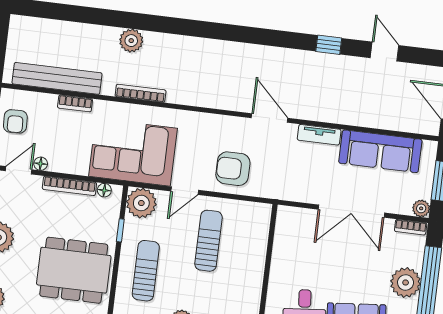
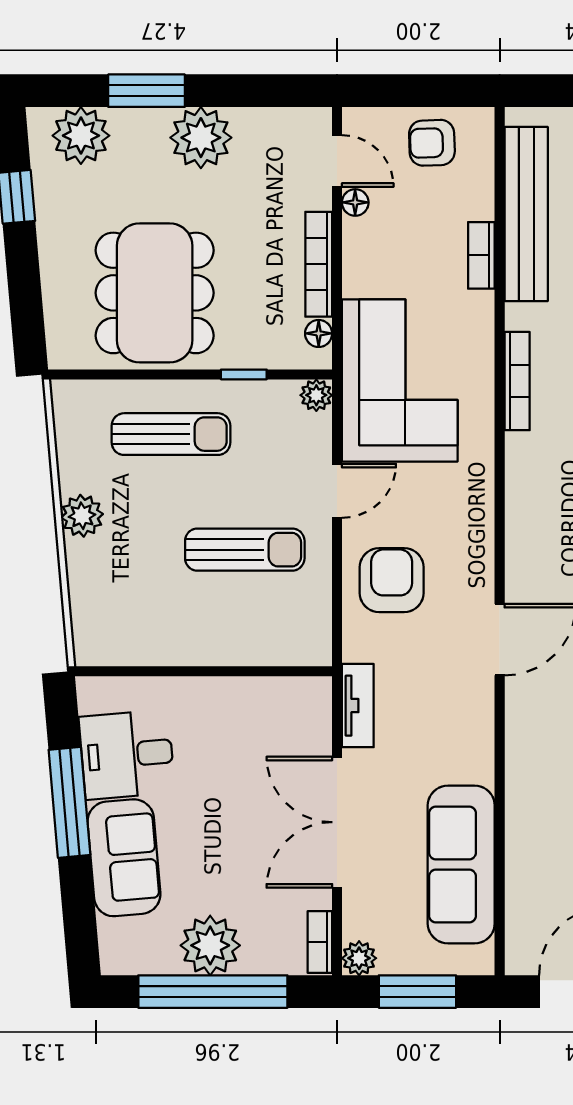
tv unit: (319, 135) -> (358, 706), moved, turned 180
door: (185, 191) -> (337, 491), swing flipped
plant: (141, 203) -> (316, 395), width x0.53, depth x0.53

